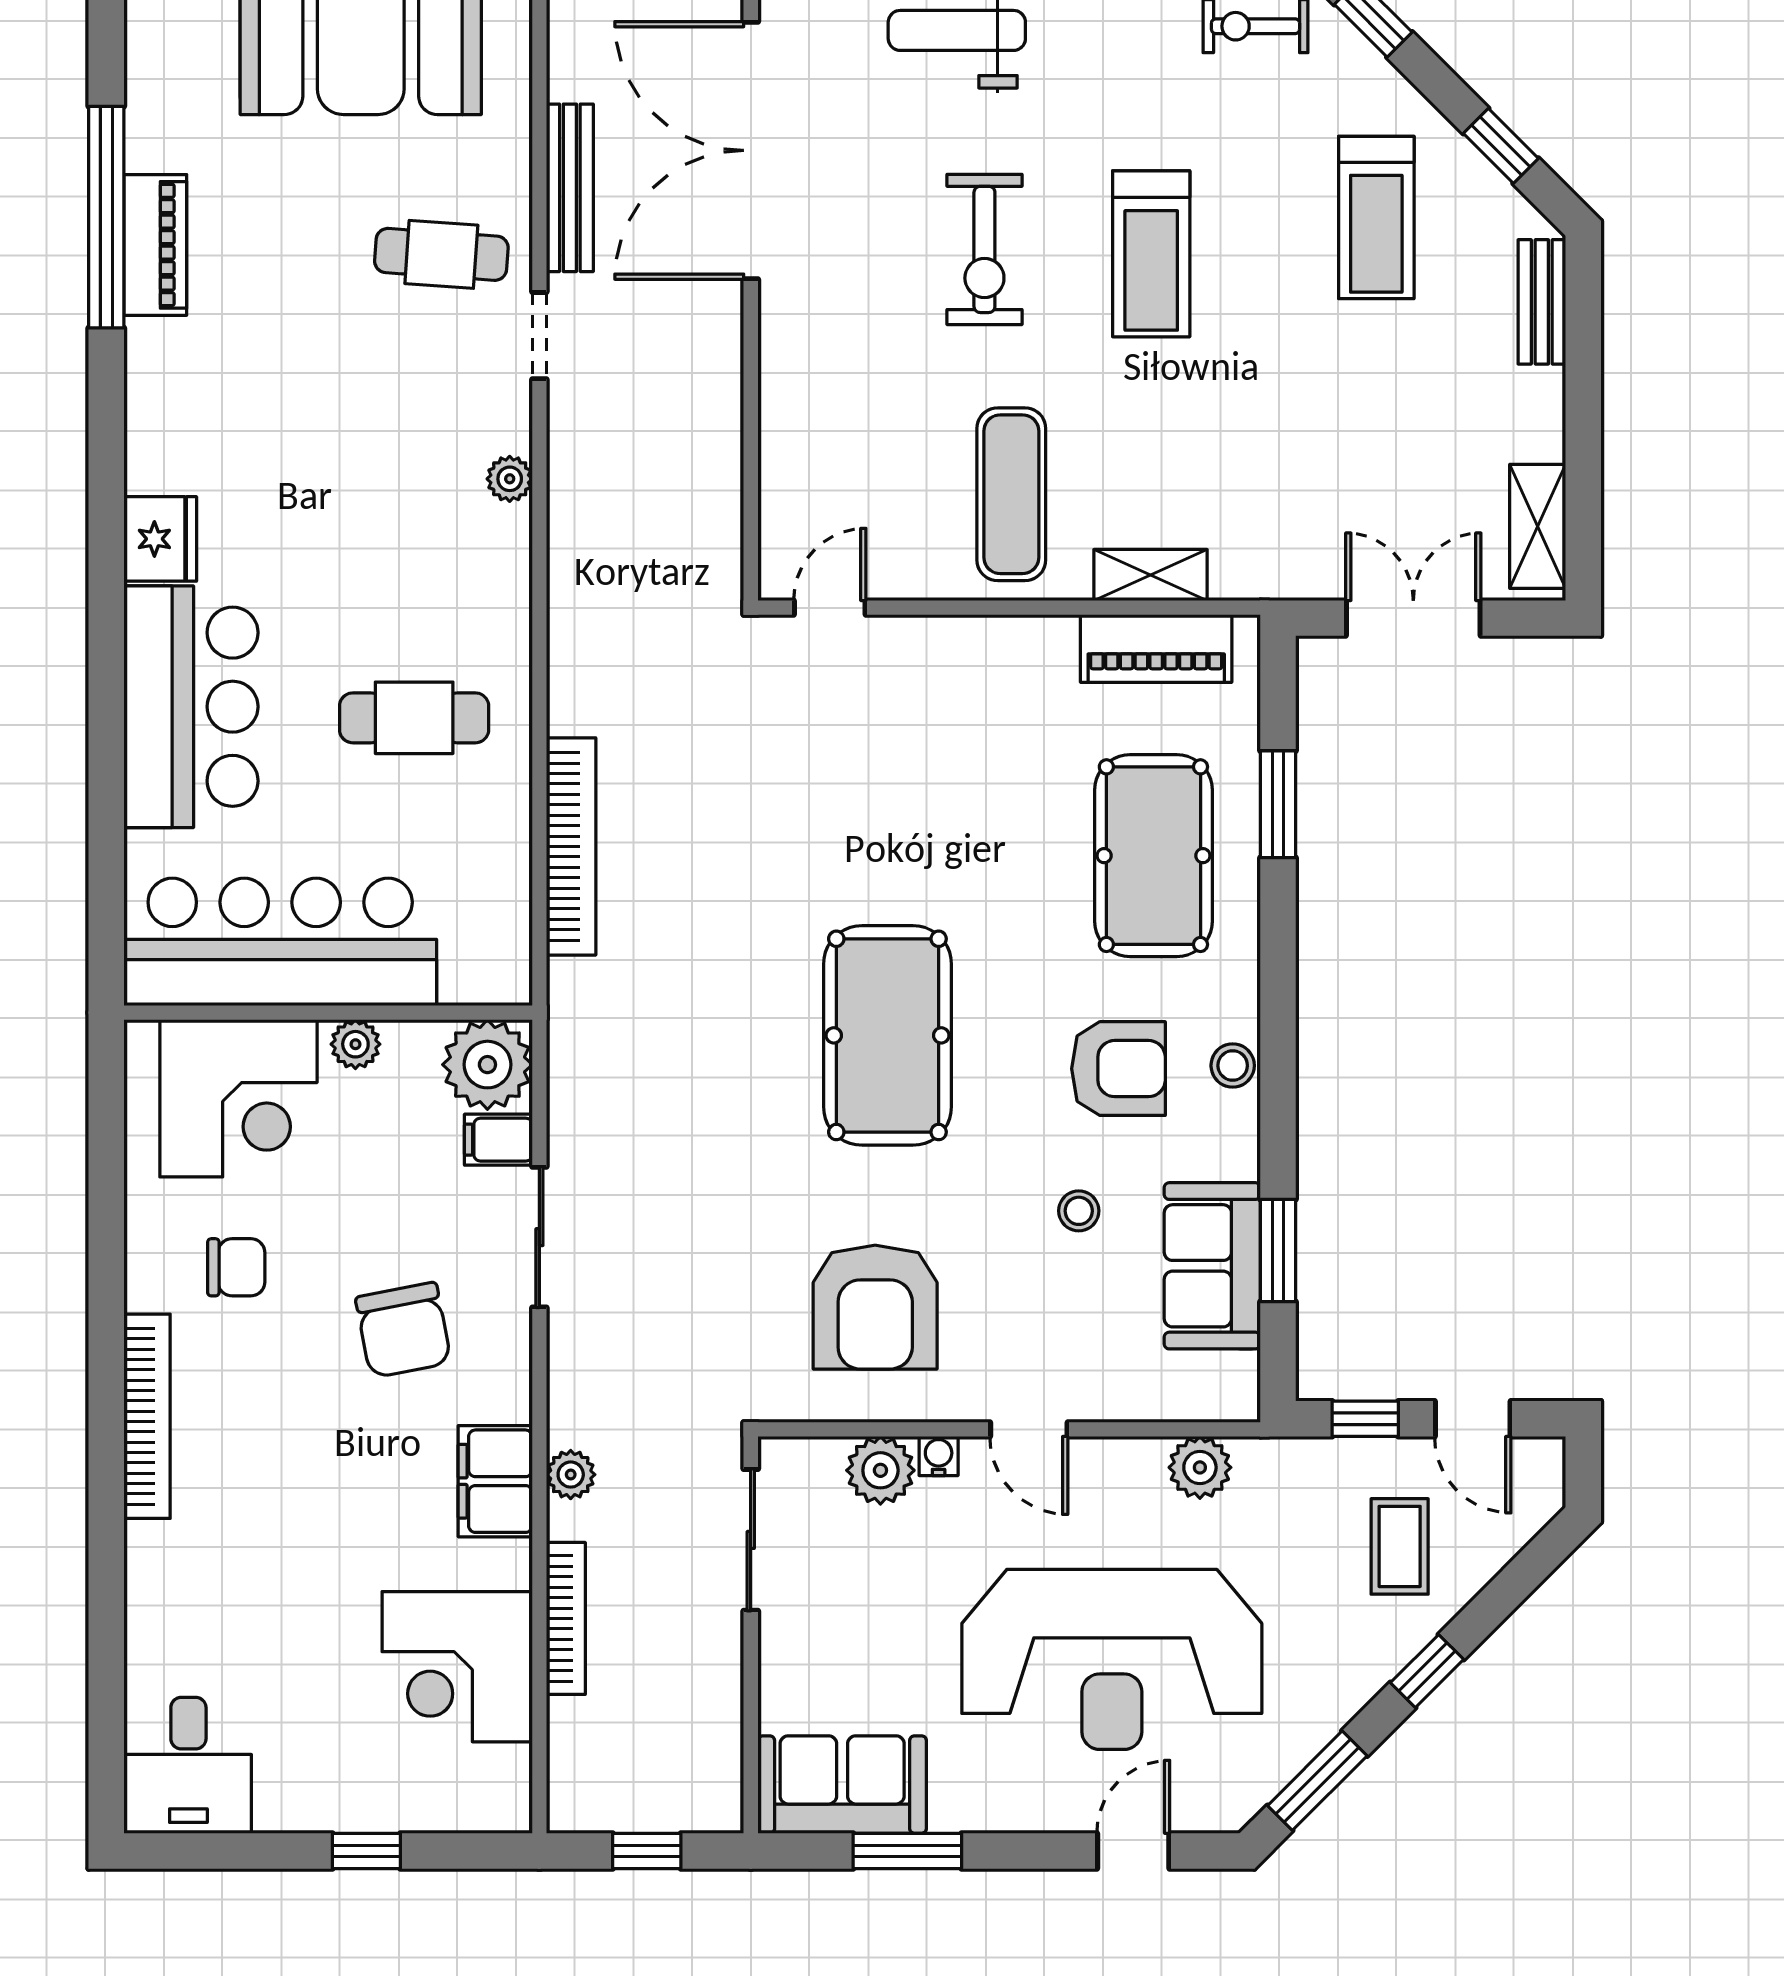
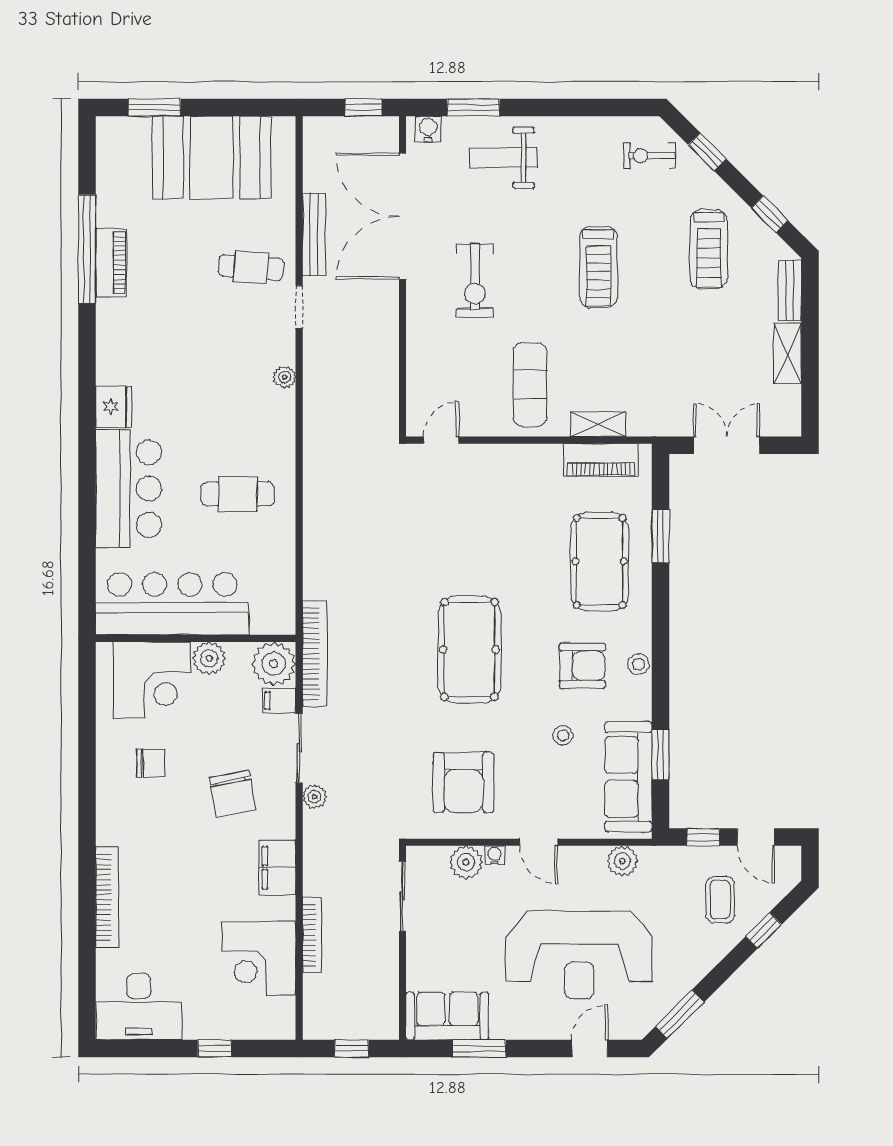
exercise bike: (984, 249) -> (475, 280), moved
shelving: (1538, 526) -> (788, 354), moved
bookcase: (571, 846) -> (315, 654), moved
plant: (355, 1044) -> (209, 658), width x1.38, depth x1.38
sofa: (1212, 1266) -> (628, 777), width x1.36
bookcase: (147, 1416) -> (107, 897), moved
plant: (571, 1475) -> (314, 797), moved
window: (1427, 1671) -> (764, 930), moved
desk: (188, 1765) -> (139, 1007), width x1.37

